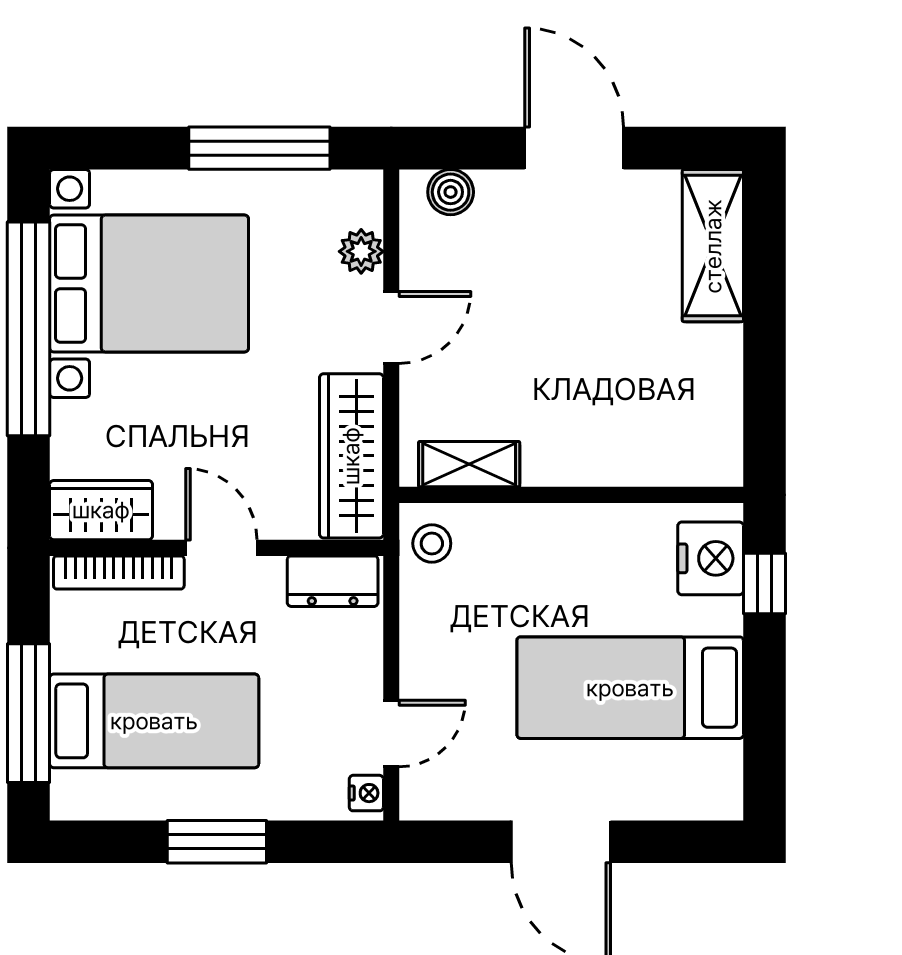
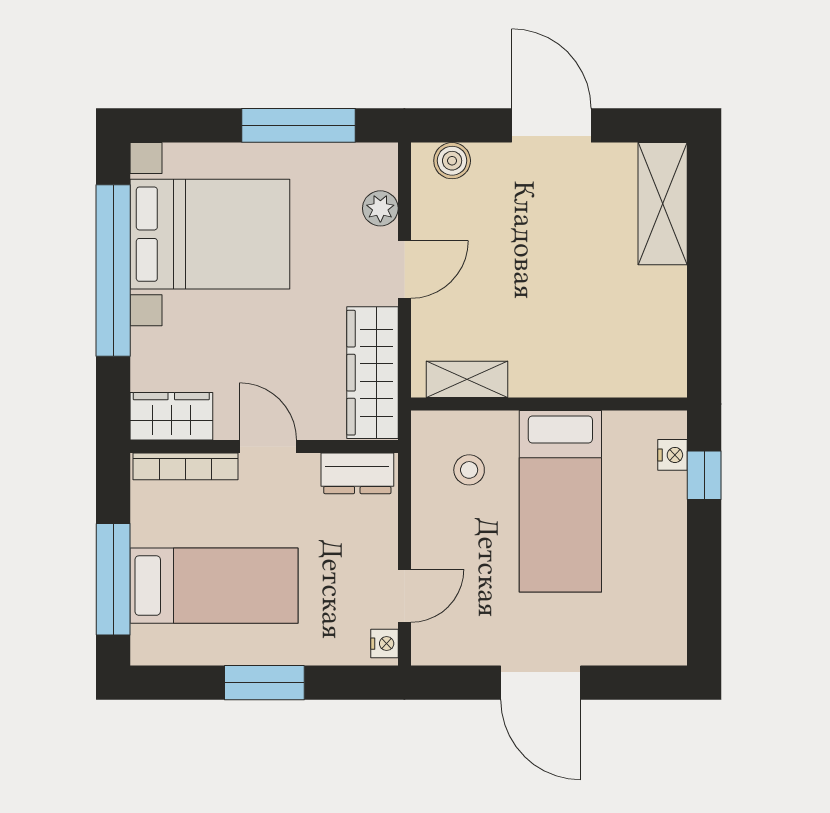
stool: (432, 543) -> (469, 470), moved
nightstand: (711, 558) -> (673, 455), width x0.53, depth x0.56
bed: (630, 688) -> (560, 501), moved, turned -90

